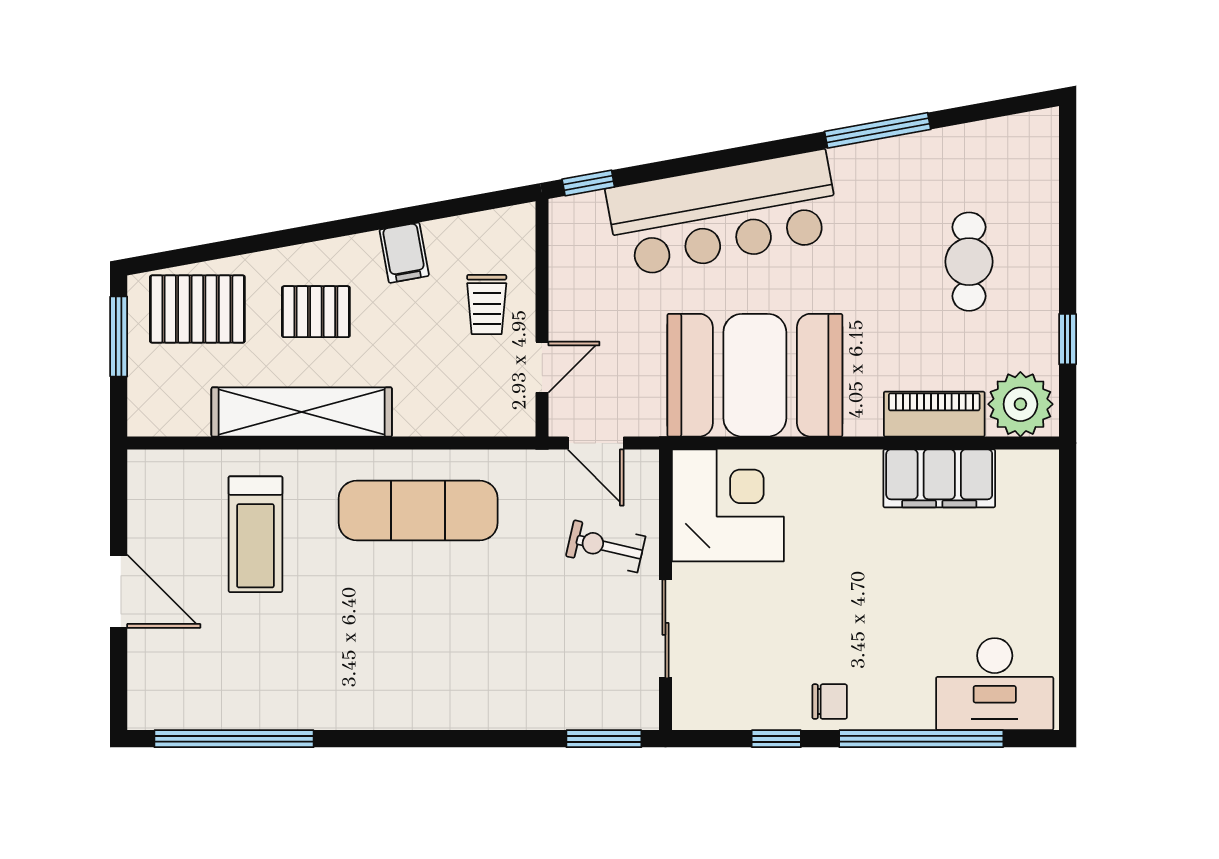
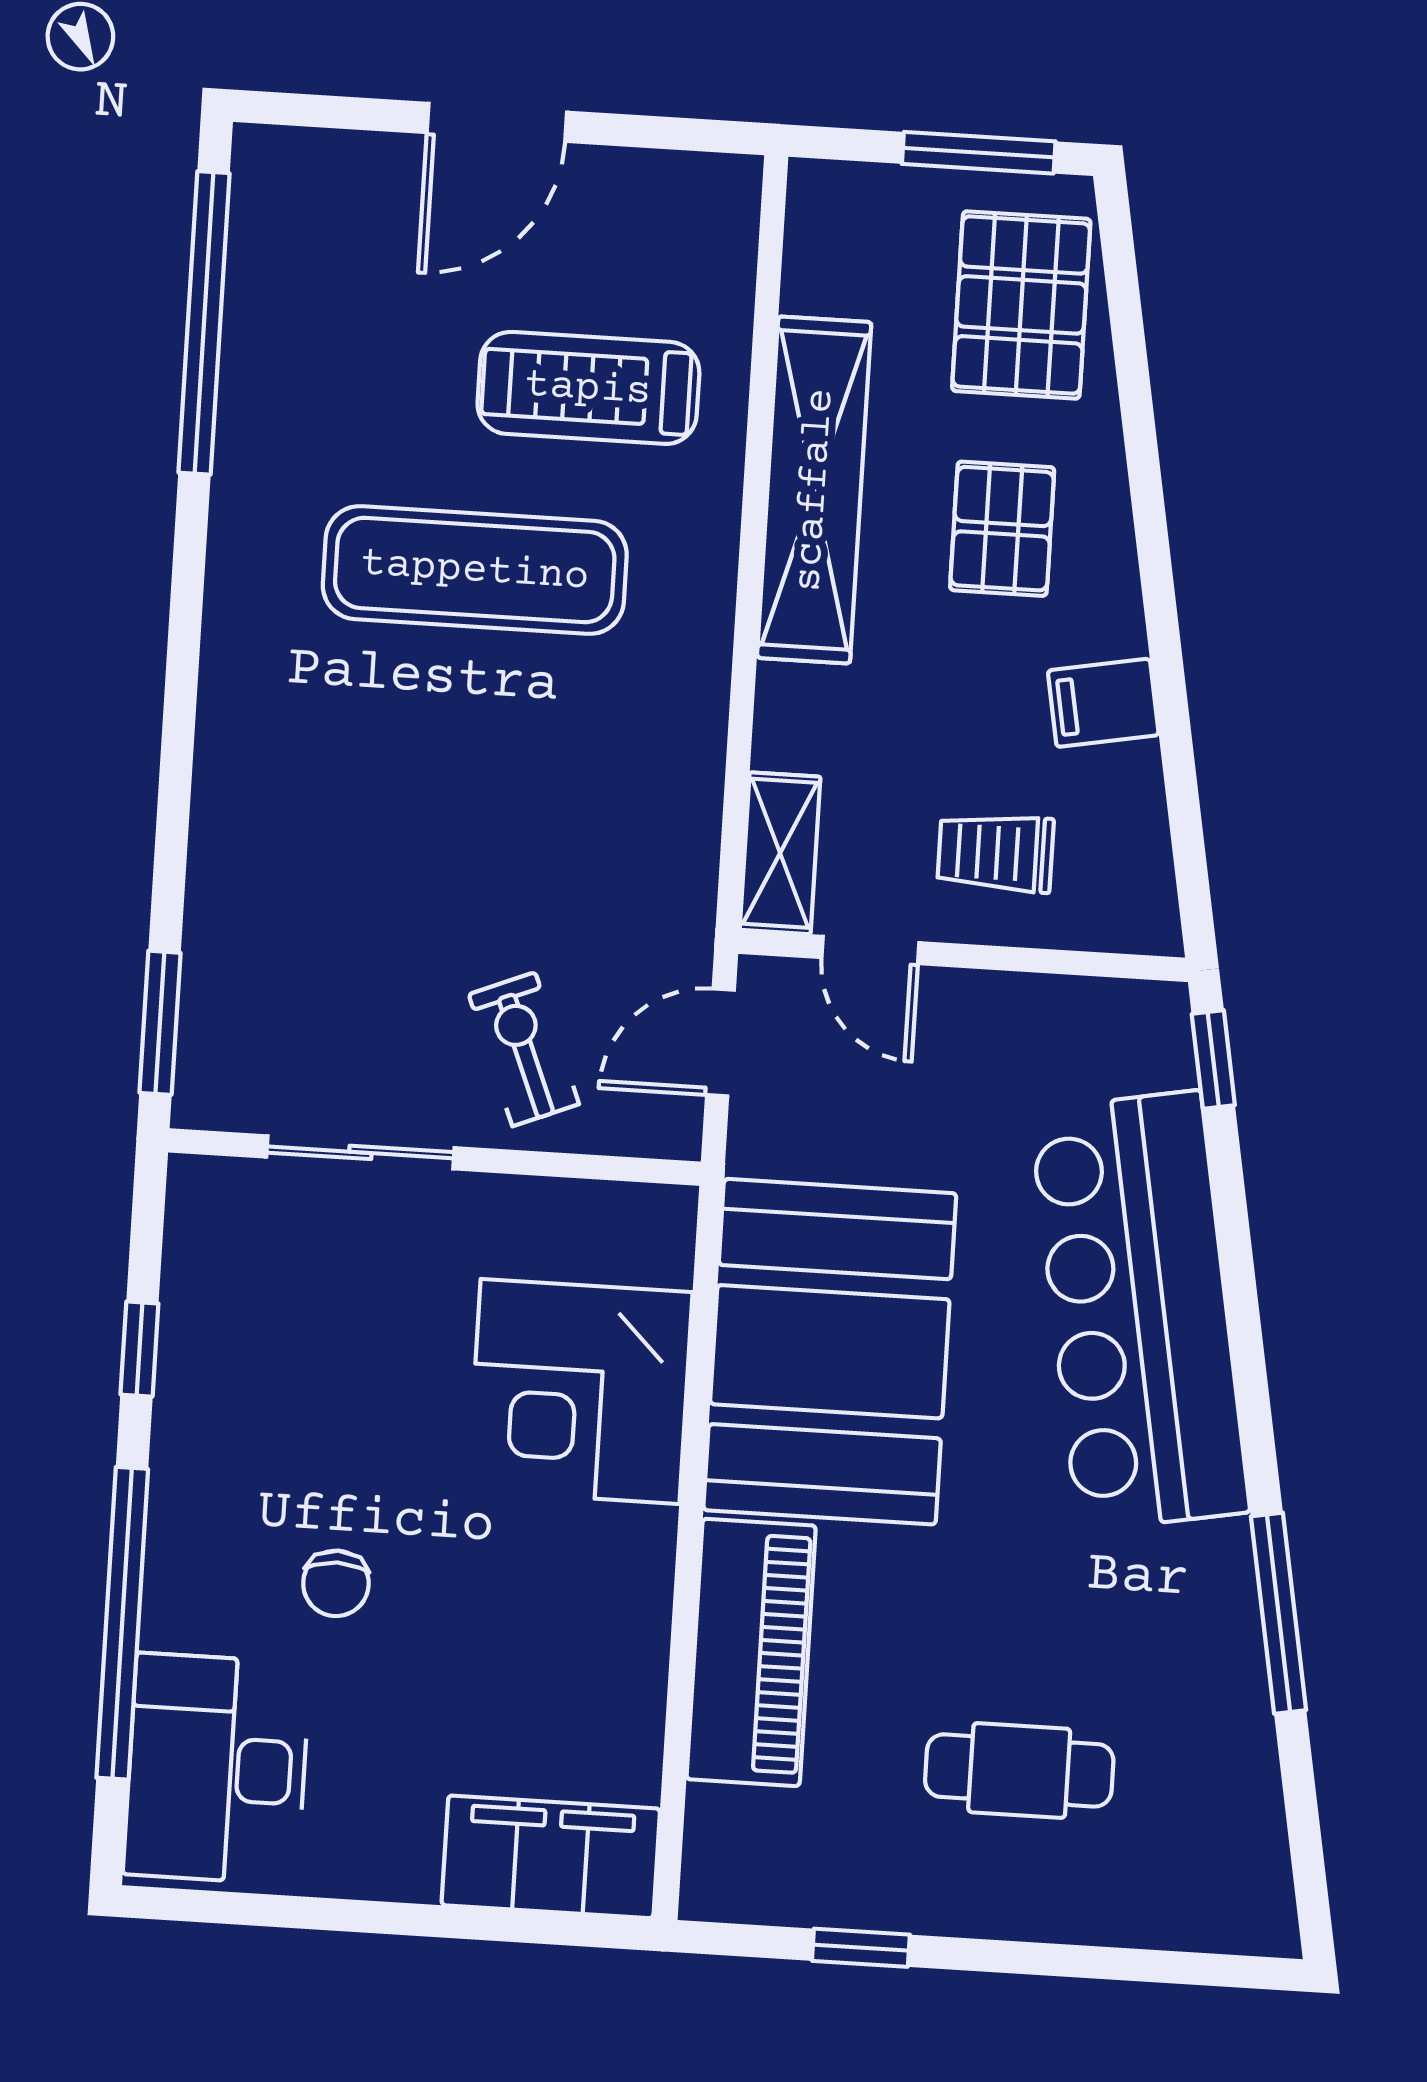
plant: (1020, 404) -> (743, 1851), removed
piano: (934, 414) -> (751, 1652), width x1.37, depth x1.33
shelving: (494, 418) -> (780, 853), added
filing cabinet: (939, 478) -> (551, 1857), moved, turned 90
corner desk: (728, 505) -> (580, 1391), moved, turned 90
exercise mat: (418, 510) -> (475, 570), moved, turned 90
exercise bike: (606, 546) -> (524, 1049), turned -35
chair: (830, 702) -> (336, 1583), moved

